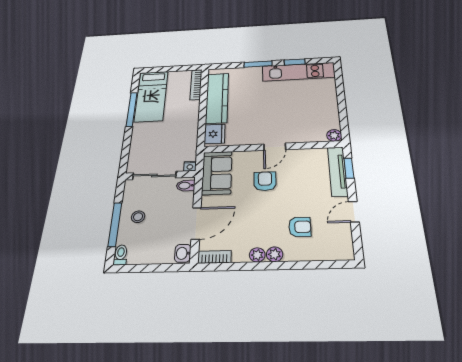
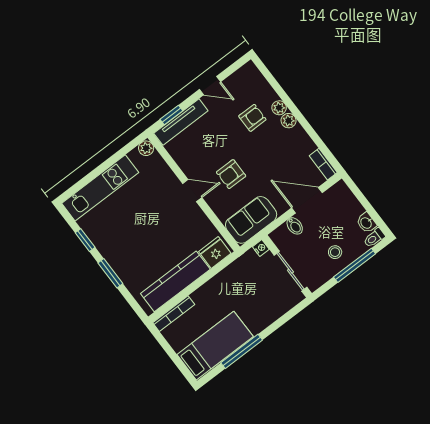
kitchen unit: (298, 72) -> (100, 188), moved, turned 90
bidet: (186, 186) -> (295, 226), moved
armchair: (300, 227) -> (252, 118), turned 90
washbasin: (183, 253) -> (366, 223), moved, turned 90
plant: (257, 255) -> (279, 108), moved

